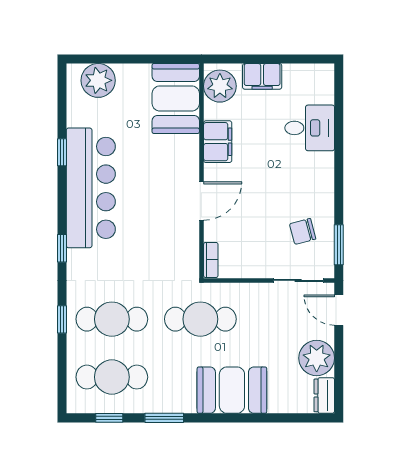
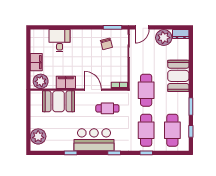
booth: (176, 98) -> (59, 101), moved
bar counter: (91, 188) -> (94, 140), width x0.73
cafe table: (160, 234) -> (107, 108), added

